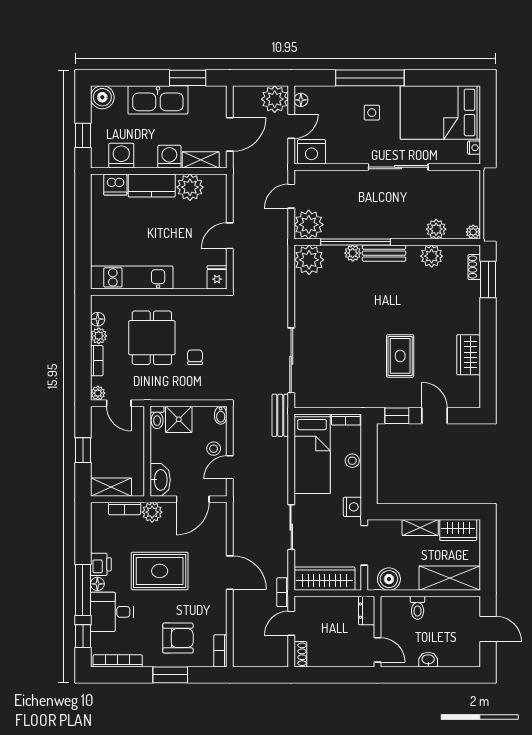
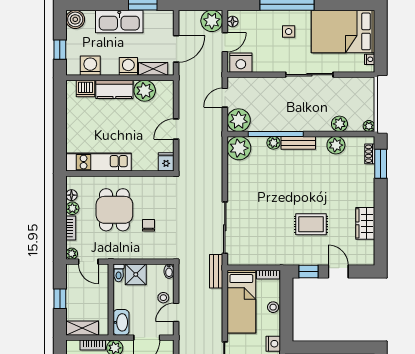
rug: (400, 356) -> (311, 224), turned 90

